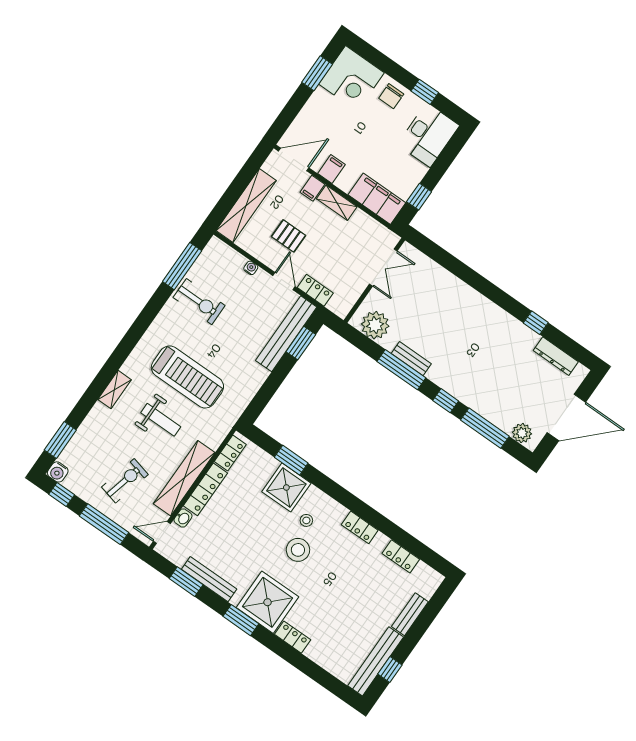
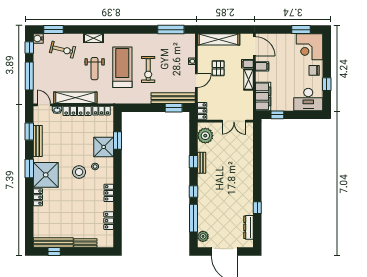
locker: (315, 290) -> (202, 111), moved
exercise bike: (199, 302) -> (148, 69), moved
window: (401, 370) -> (193, 162), width x0.46
treadmill: (187, 377) -> (122, 67), turned 180
exercise bike: (125, 481) -> (63, 50), moved

